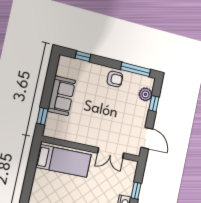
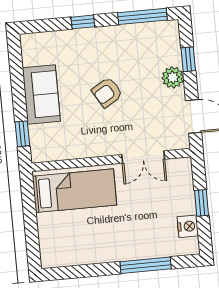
window: (83, 56) -> (83, 22), moved
armchair: (115, 79) -> (107, 92), moved, turned 149
plant: (145, 94) -> (173, 77), moved

